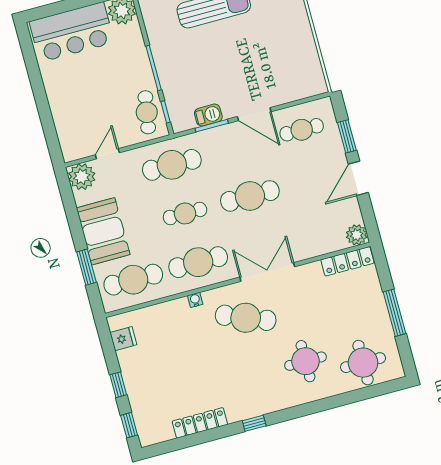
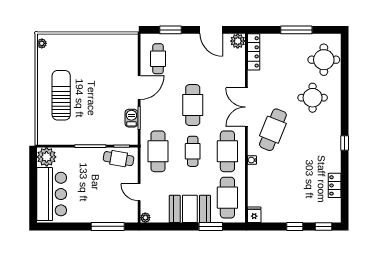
window: (48, 123) -> (108, 226), added
plant: (82, 177) -> (145, 218), width x0.53, depth x0.53
door: (358, 178) -> (211, 30), moved
fridge: (123, 339) -> (254, 215), moved
locker: (200, 423) -> (335, 185), width x0.66

